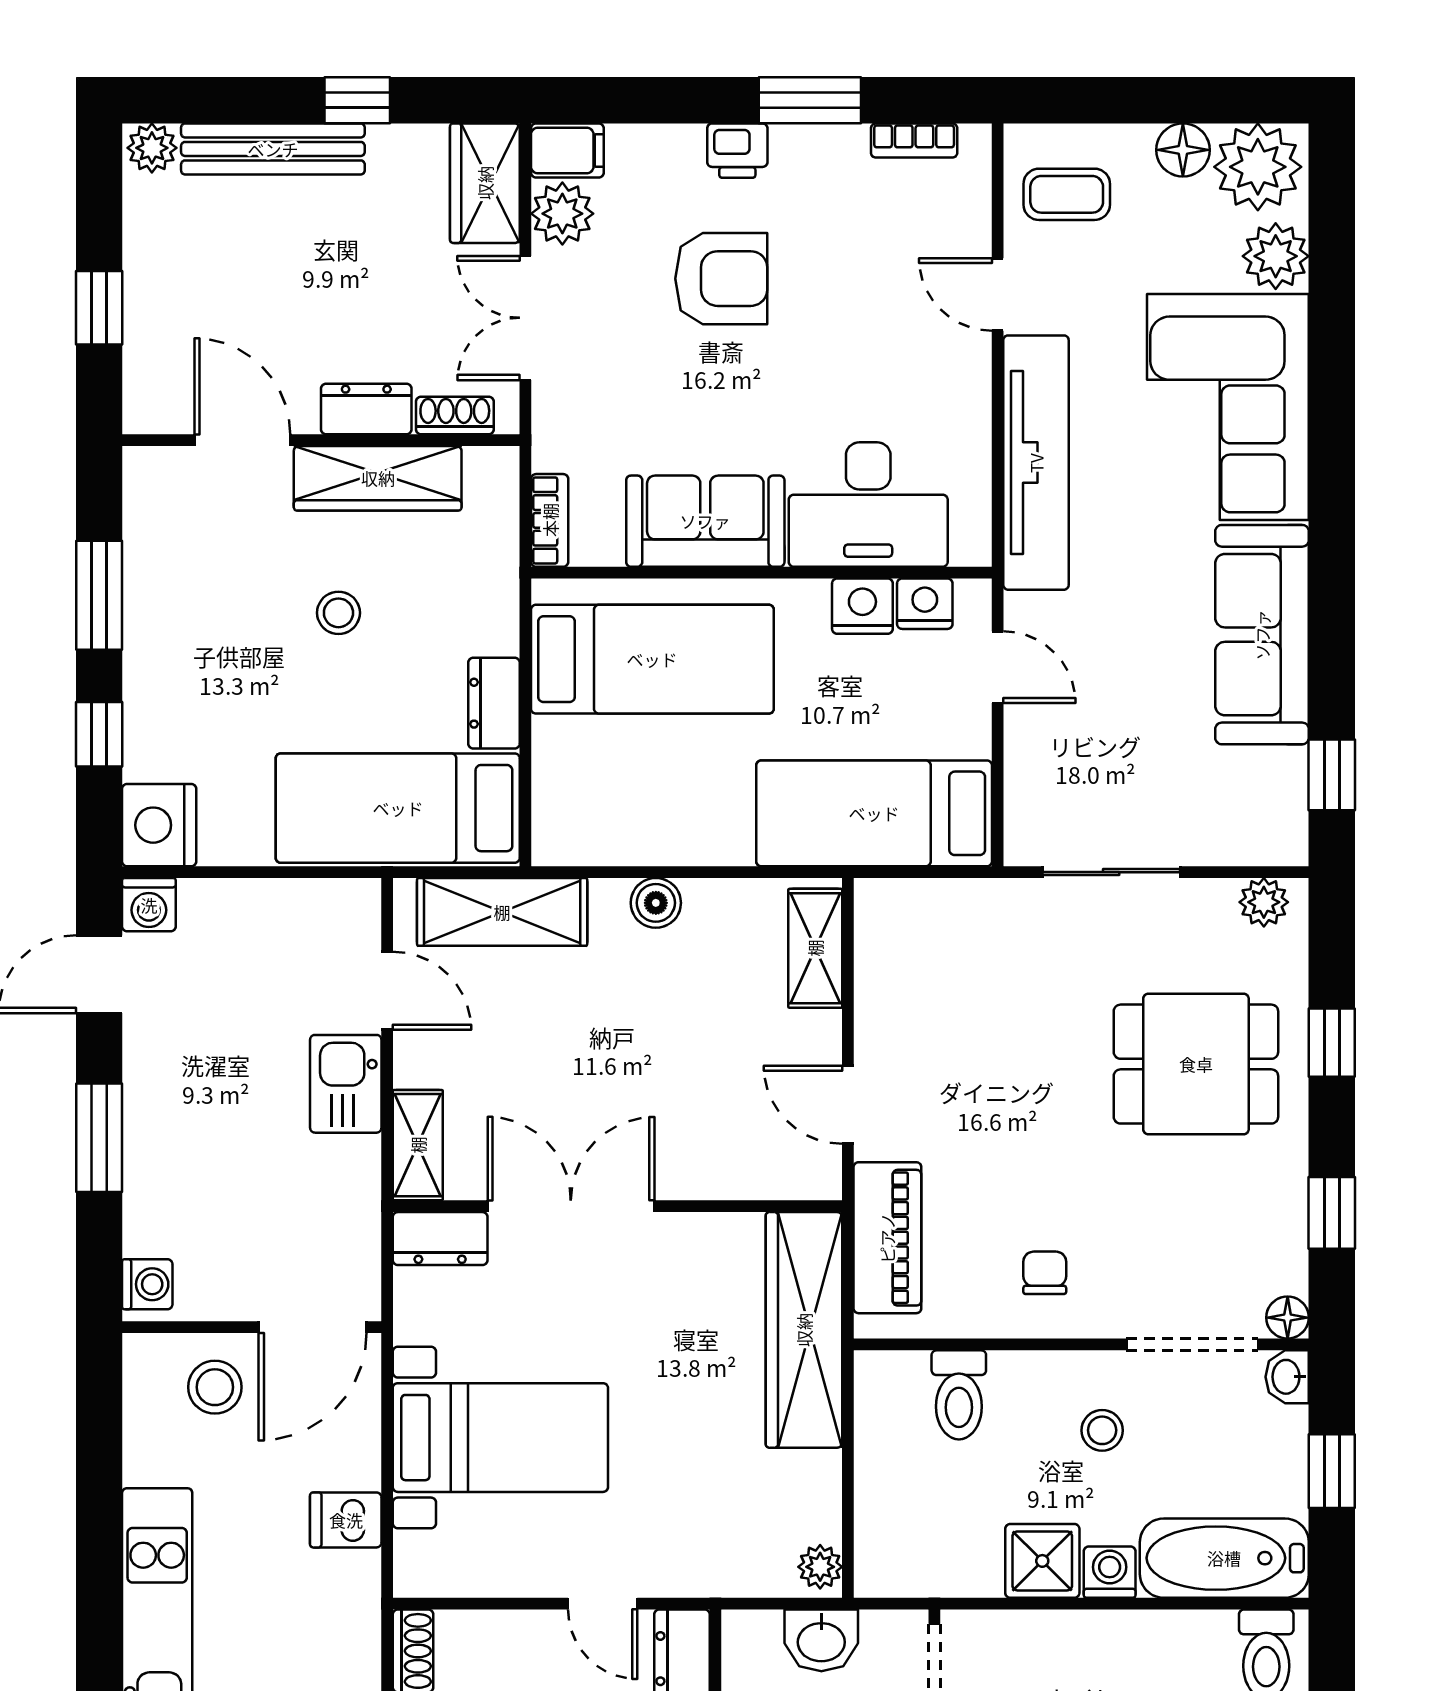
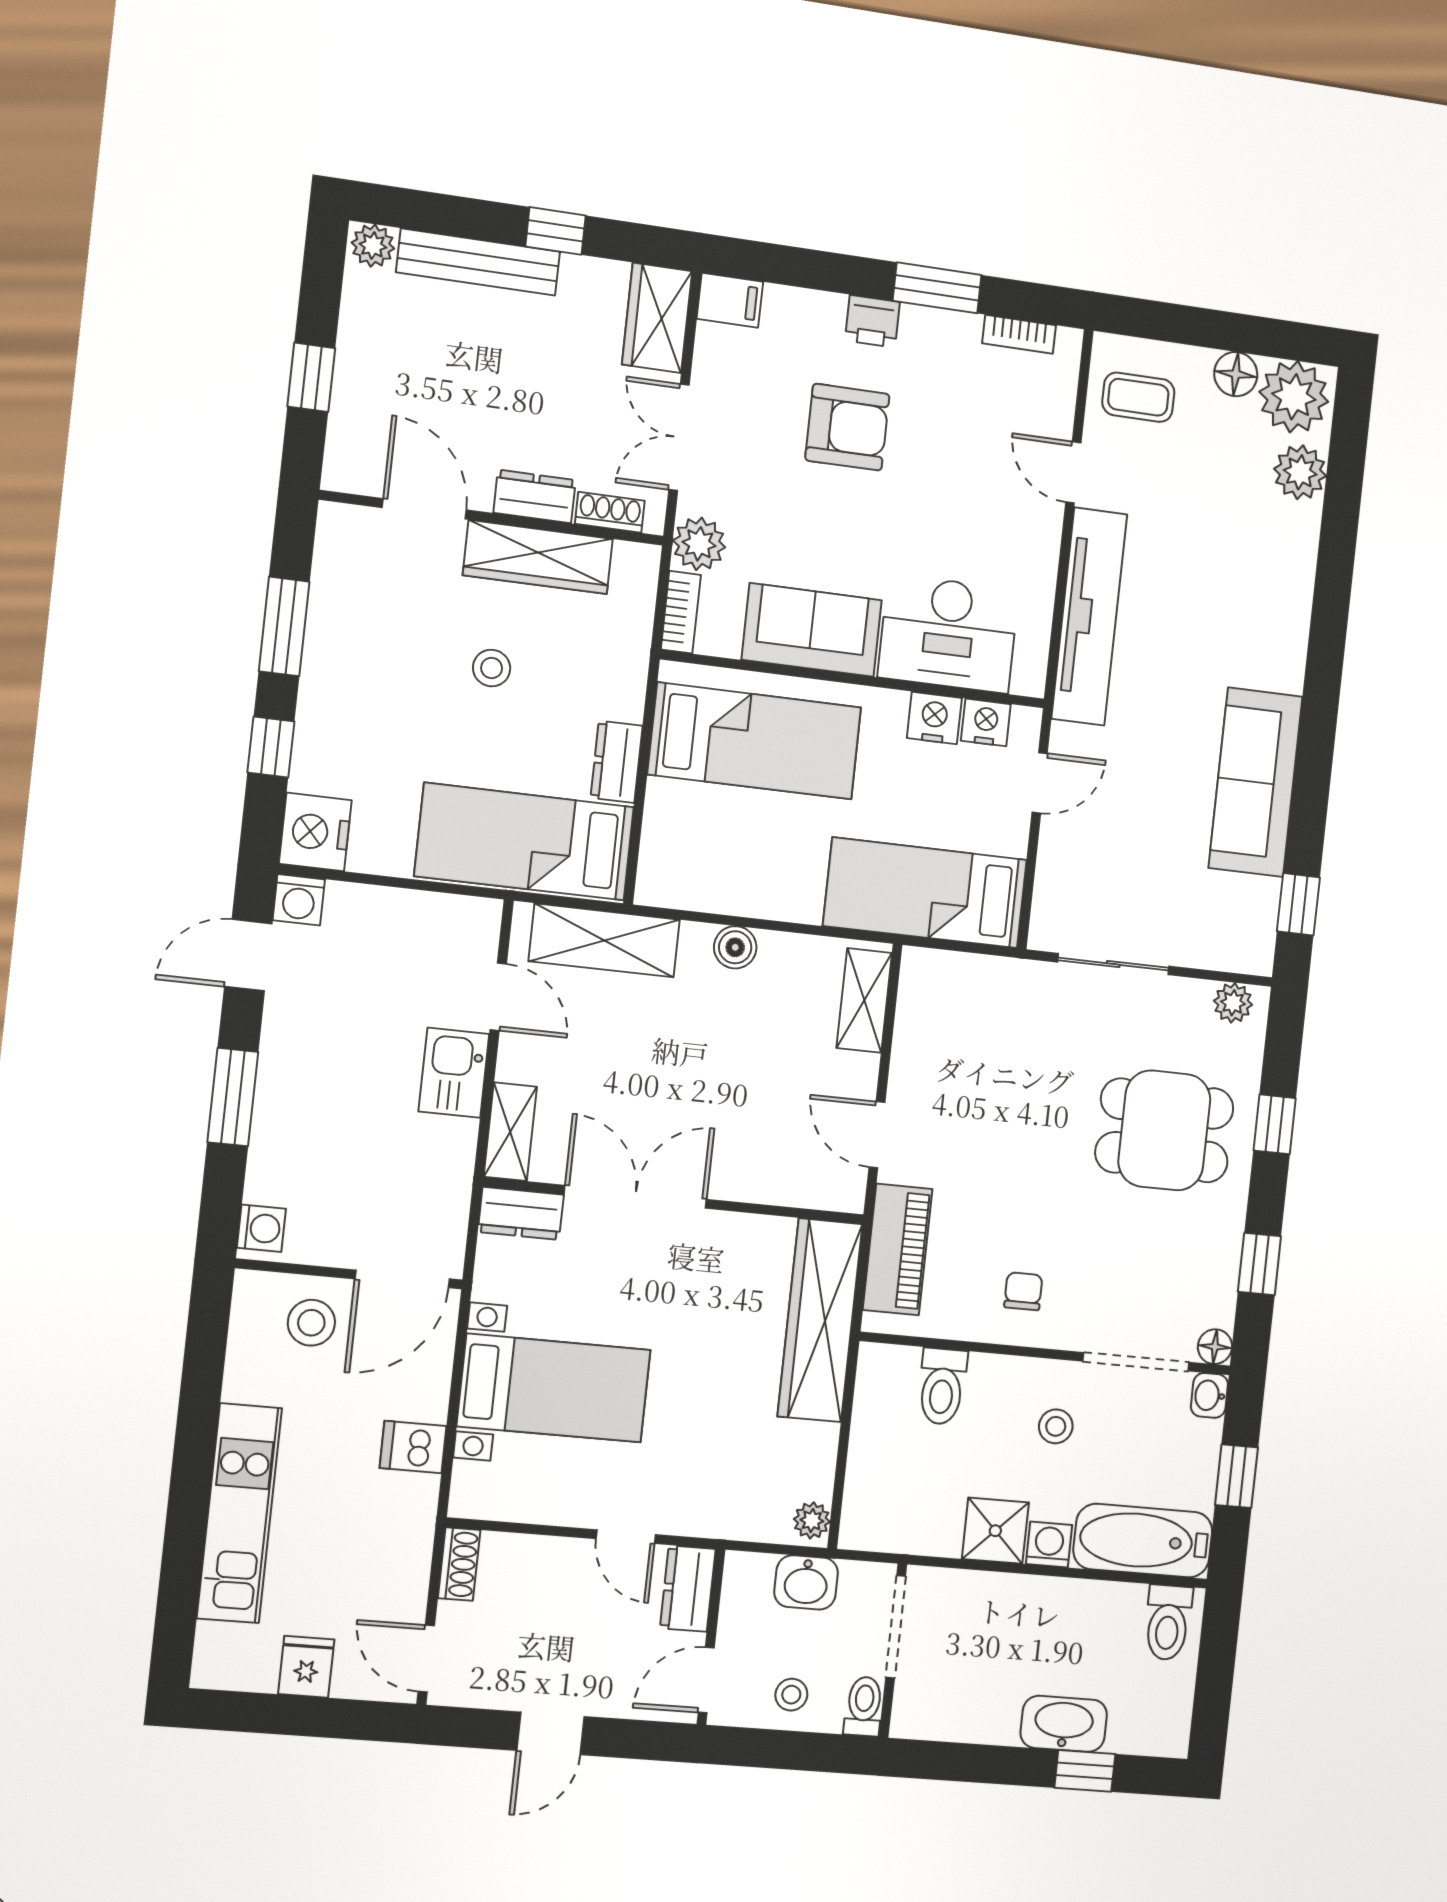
plant: (562, 214) -> (699, 544), moved
corner sofa: (1228, 407) -> (1249, 591), removed
door: (998, 667) -> (1040, 783), hinge flipped

